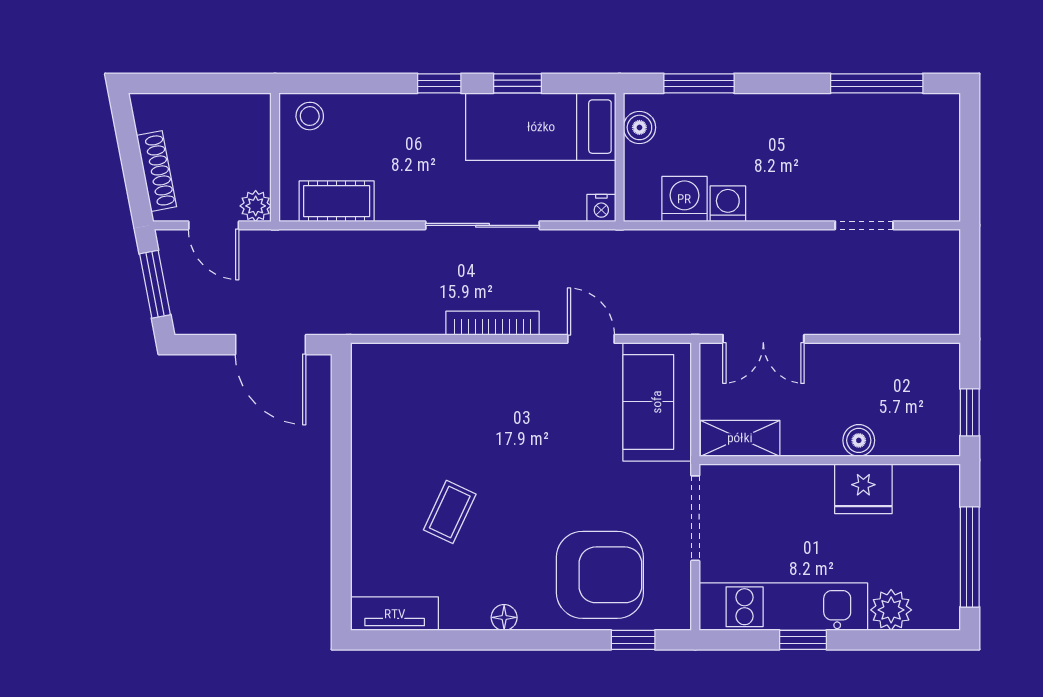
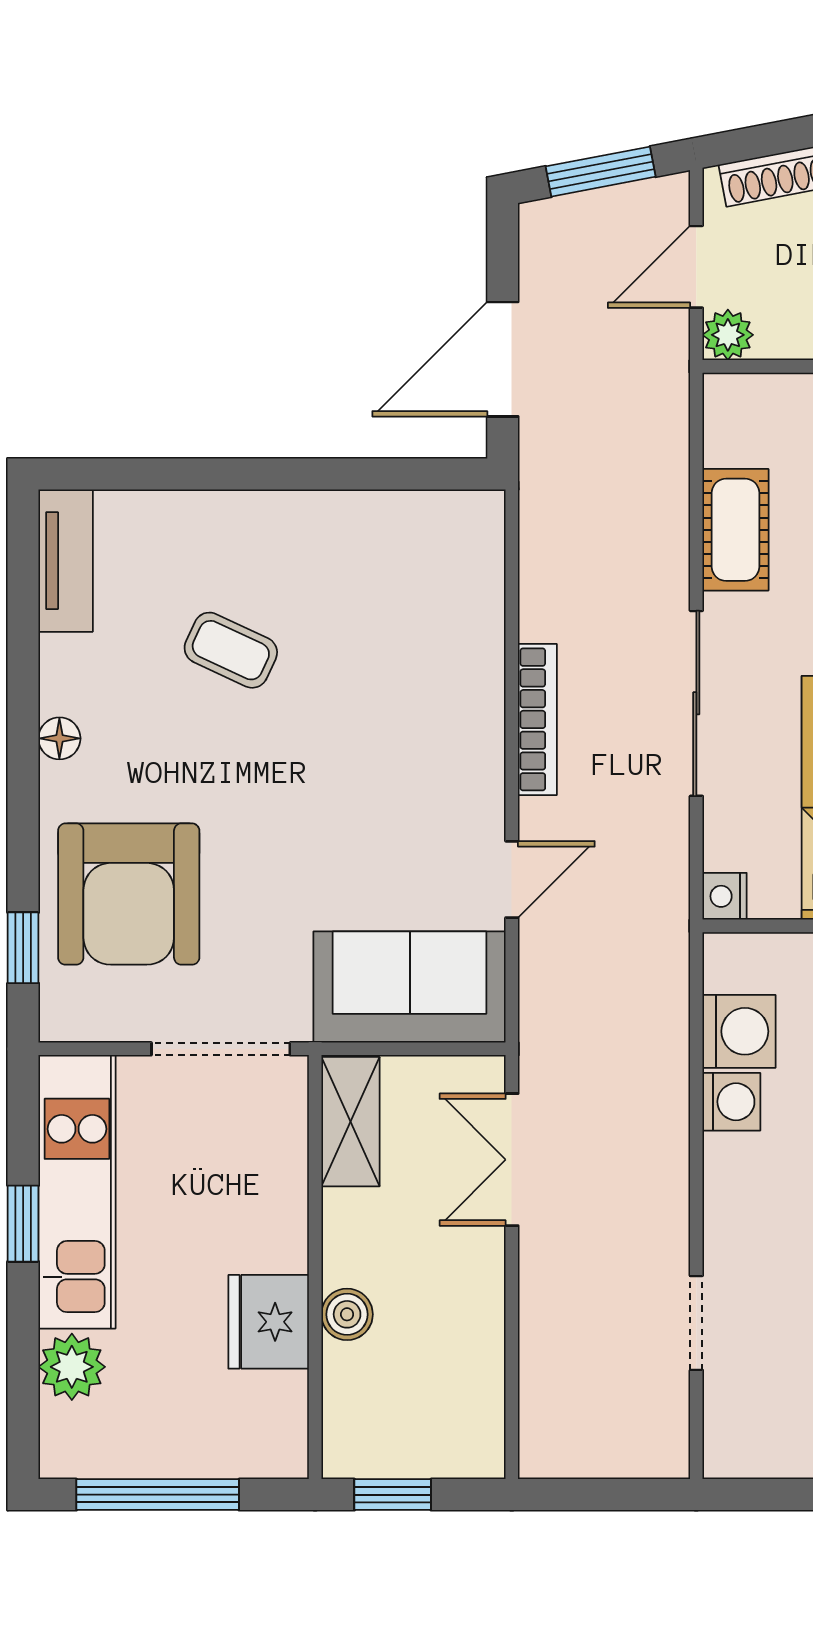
cot: (337, 201) -> (735, 530), moved

